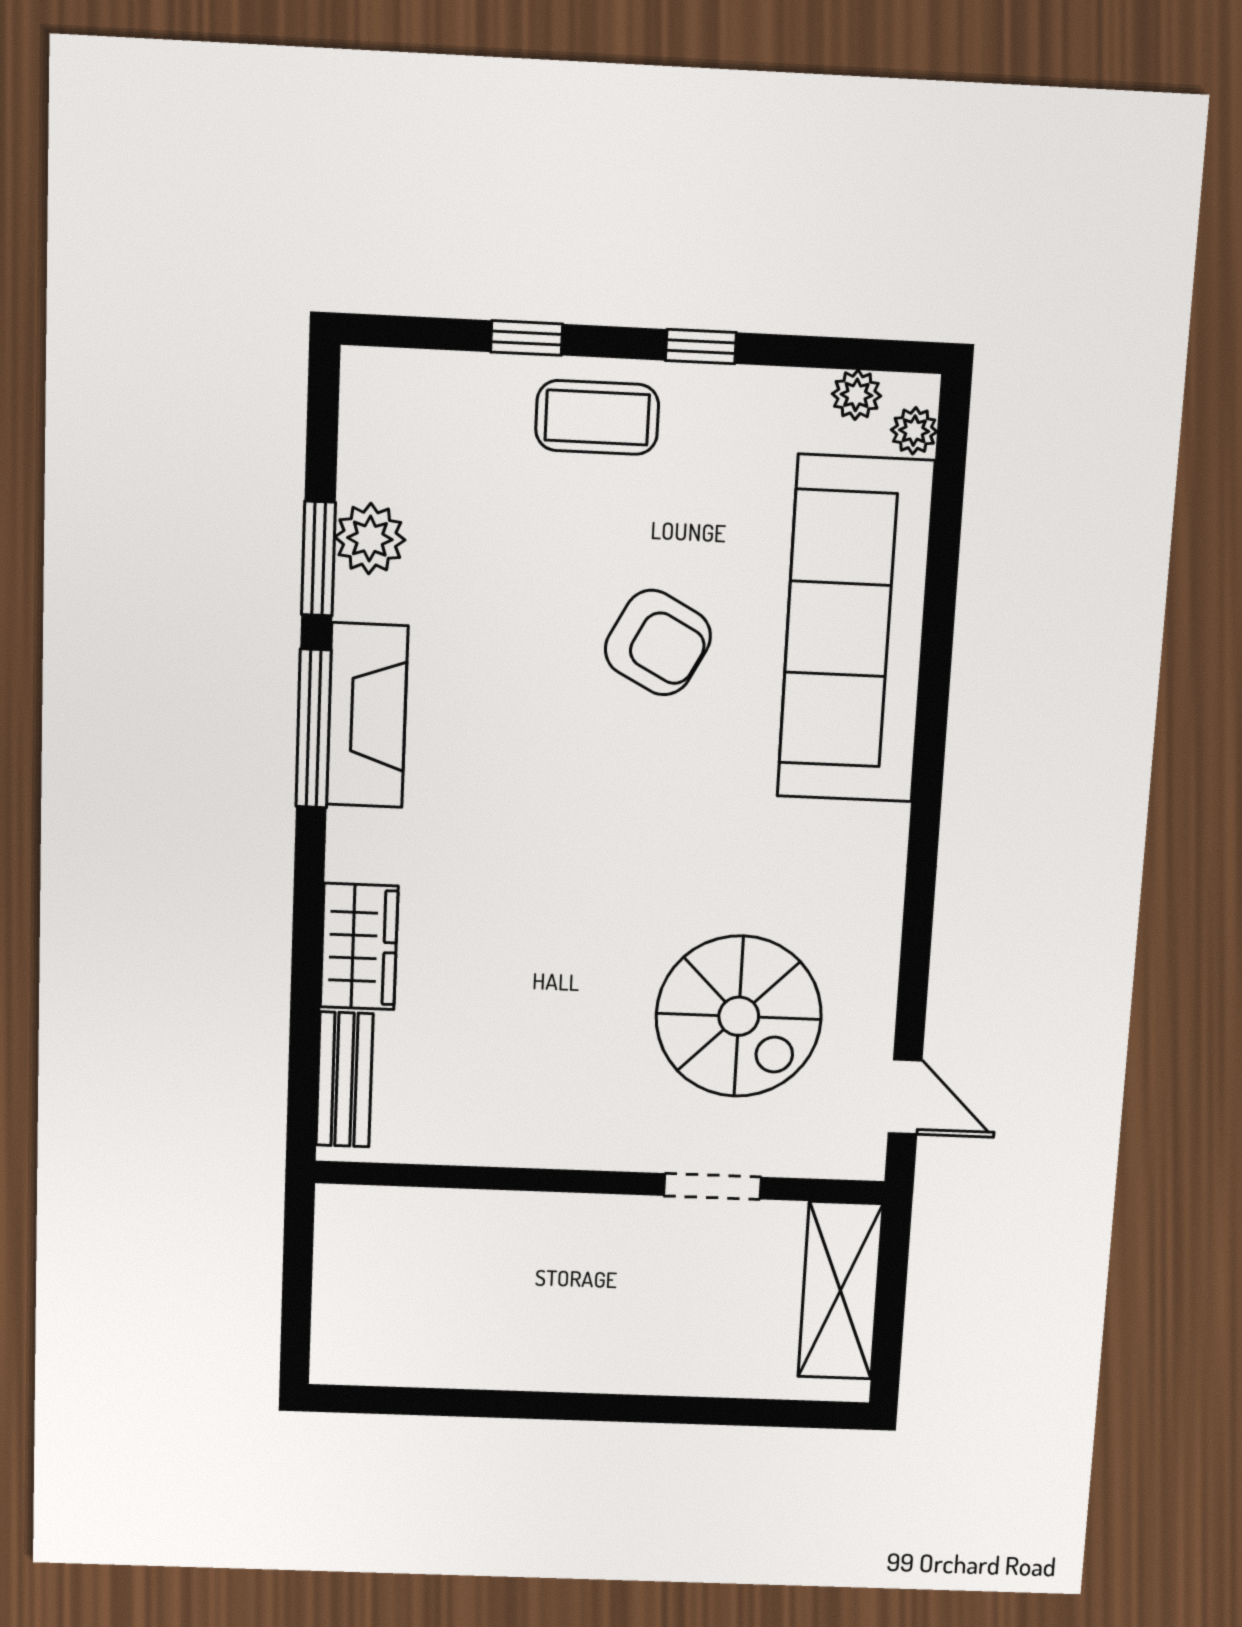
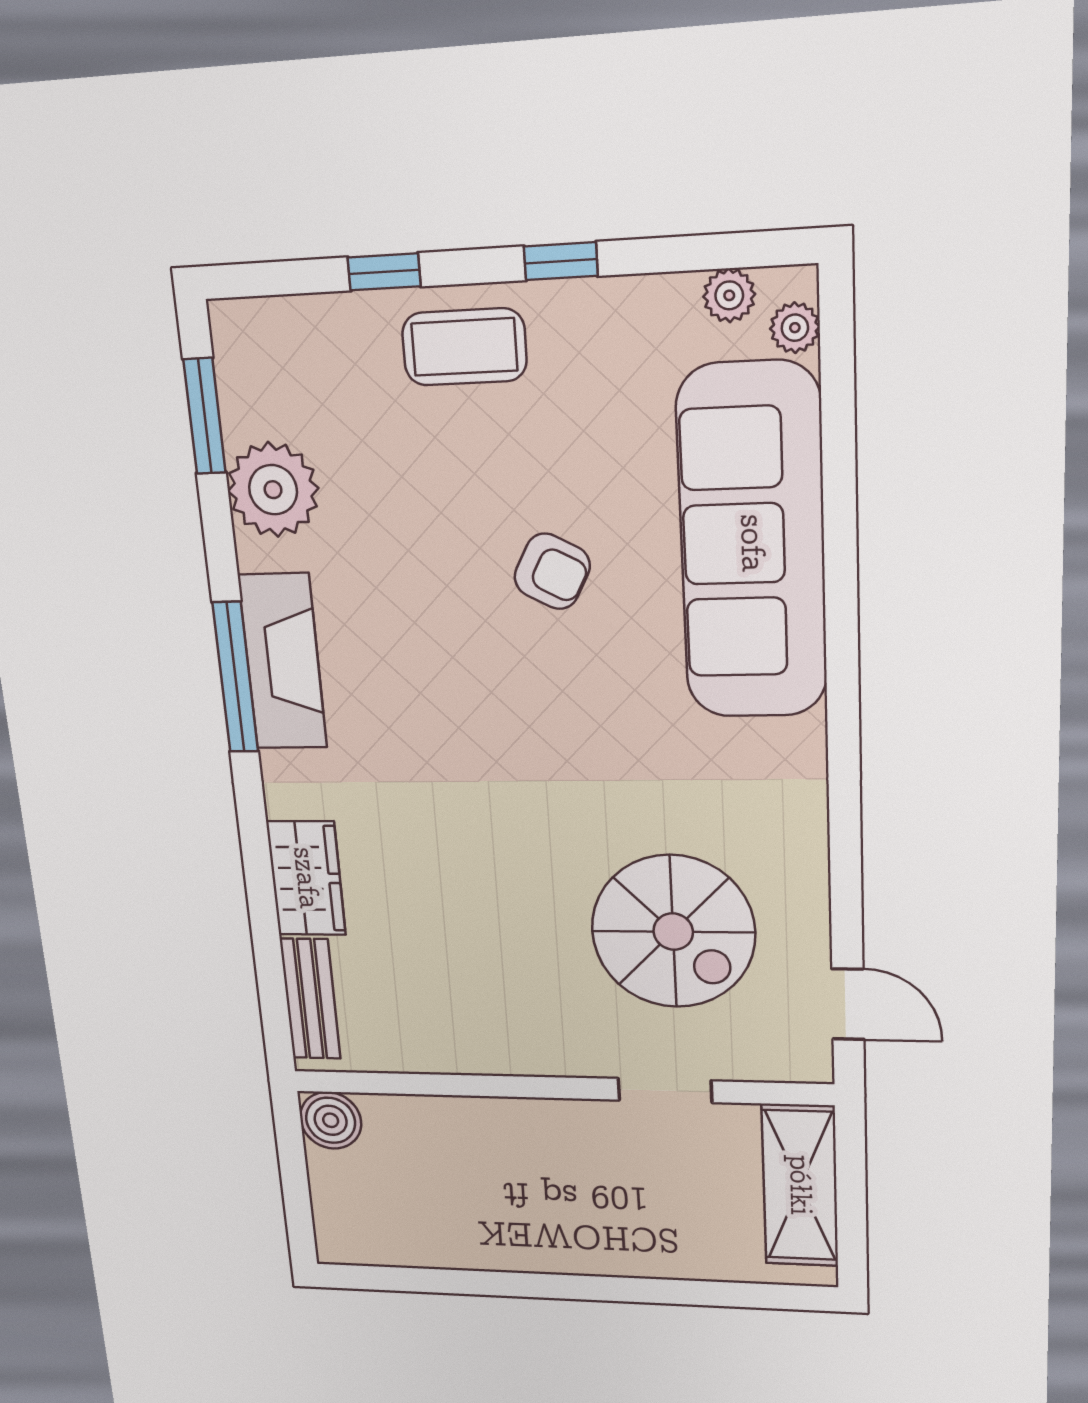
plant: (370, 539) -> (273, 490), width x1.36, depth x1.36
window: (318, 559) -> (205, 416), moved
armchair: (658, 643) -> (552, 571), width x0.72, depth x0.72
boiler: (348, 1217) -> (331, 1120), added

